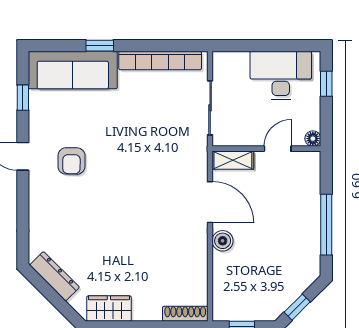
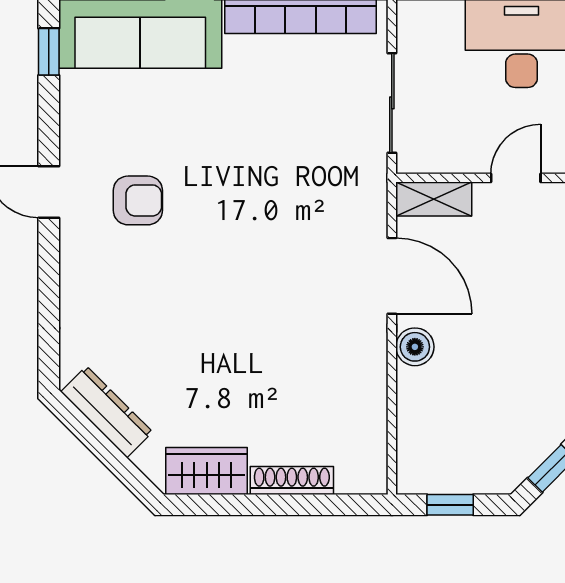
window: (23, 98) -> (49, 52), moved
armchair: (71, 161) -> (138, 200), turned -91
shoe rack: (185, 314) -> (292, 481), moved

